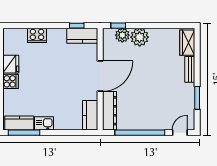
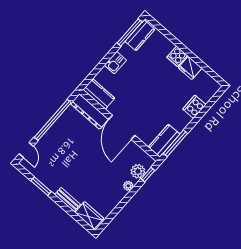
window: (77, 26) -> (175, 143), width x2.17
plant: (140, 37) -> (128, 186), width x0.53, depth x0.53
kitchen sink: (44, 123) -> (115, 63), moved

